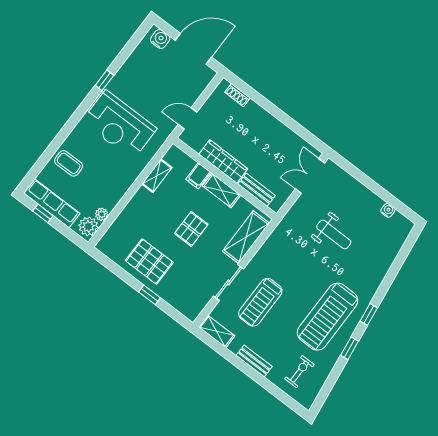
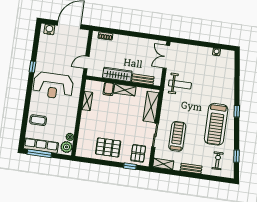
window: (43, 213) -> (39, 153), width x2.17
pallet: (191, 229) -> (138, 153), moved
weight bench: (334, 234) -> (180, 84), moved
window: (150, 295) -> (130, 166), moved
treadmill: (260, 302) -> (177, 136), turned 180
window: (350, 348) -> (236, 156), moved

